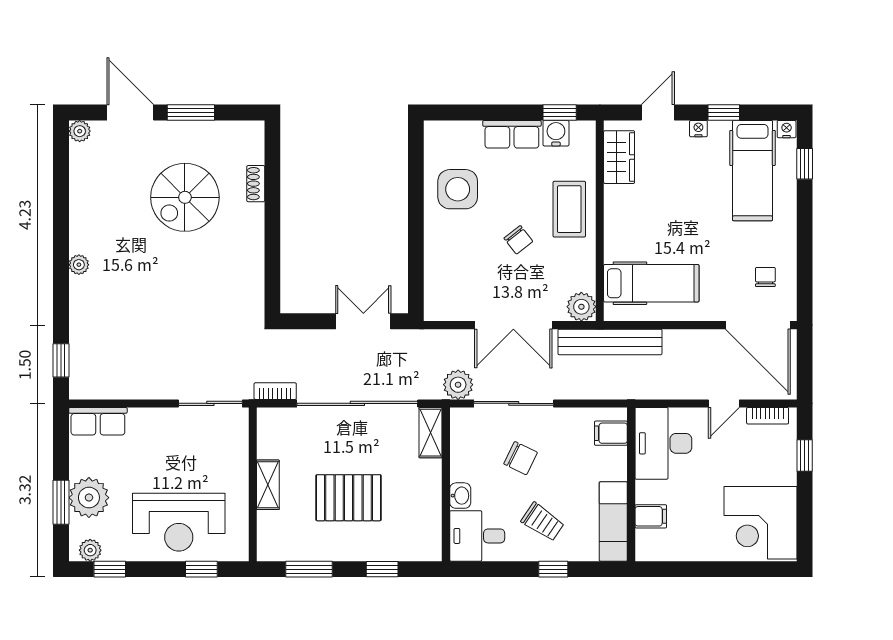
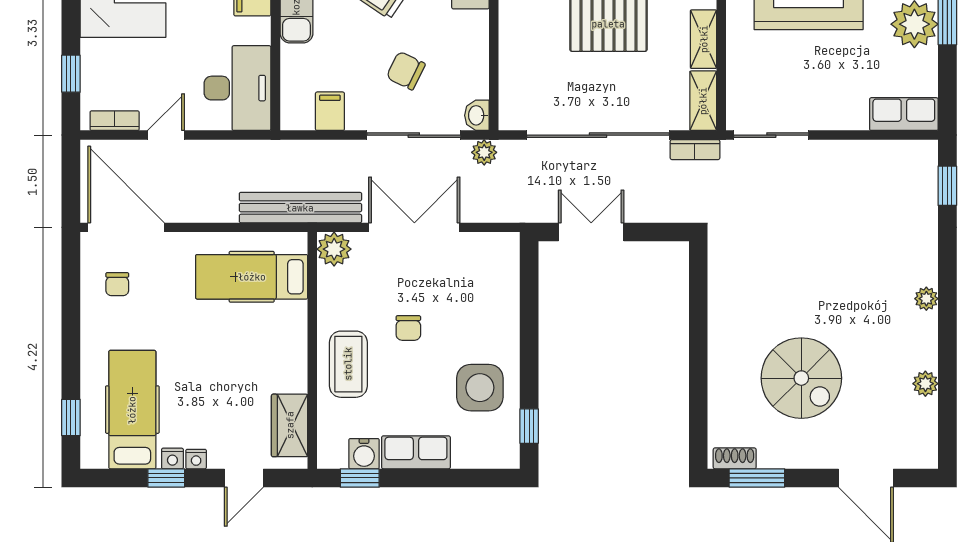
window: (191, 113) -> (757, 478), moved
nightstand: (787, 129) -> (172, 458), moved
plant: (80, 131) -> (925, 384), moved
window: (416, 157) -> (529, 426), added
shoe rack: (256, 184) -> (735, 458), moved, turned -90
spiral stairs: (185, 197) -> (801, 378), turned 90
chair: (518, 240) -> (408, 328), turned -142
double door: (363, 321) -> (591, 232), swing flipped
plant: (458, 385) -> (484, 152), width x0.73, depth x0.73
shelving: (431, 433) -> (703, 101), moved
filing cabinet: (611, 433) -> (330, 111), moved, turned -90
washbasin: (460, 496) -> (477, 115), moved

